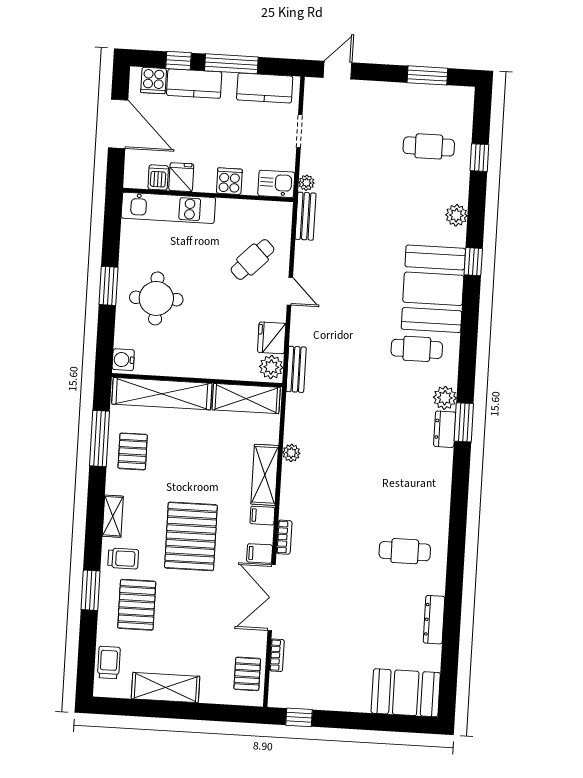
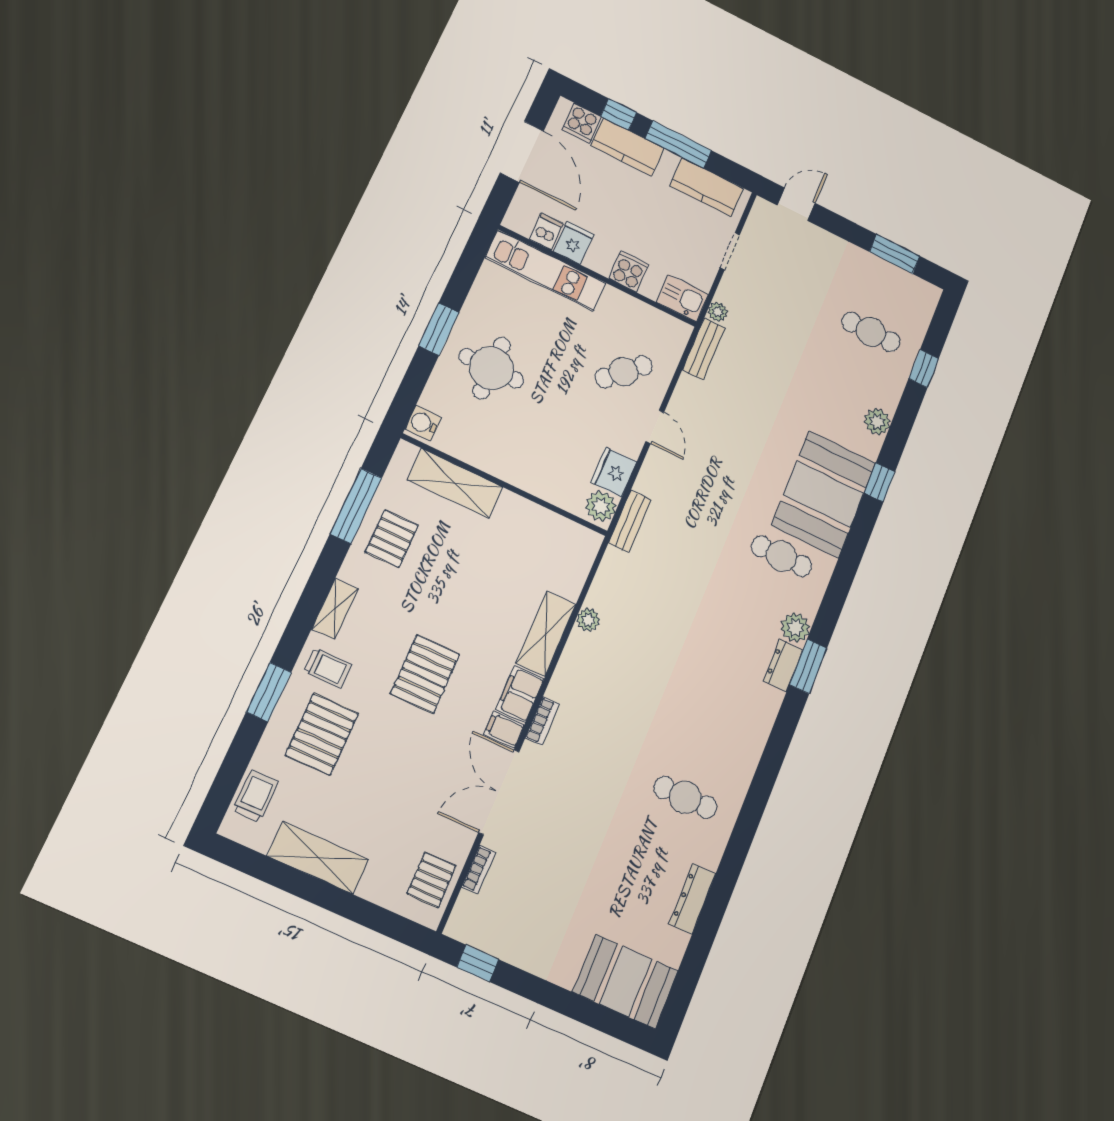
shelving: (162, 394) -> (455, 483), width x0.68
shelving: (246, 399) -> (557, 532), removed
filing cabinet: (262, 516) -> (520, 694), width x2.00
pallet: (191, 536) -> (425, 674), width x0.73, depth x0.71

